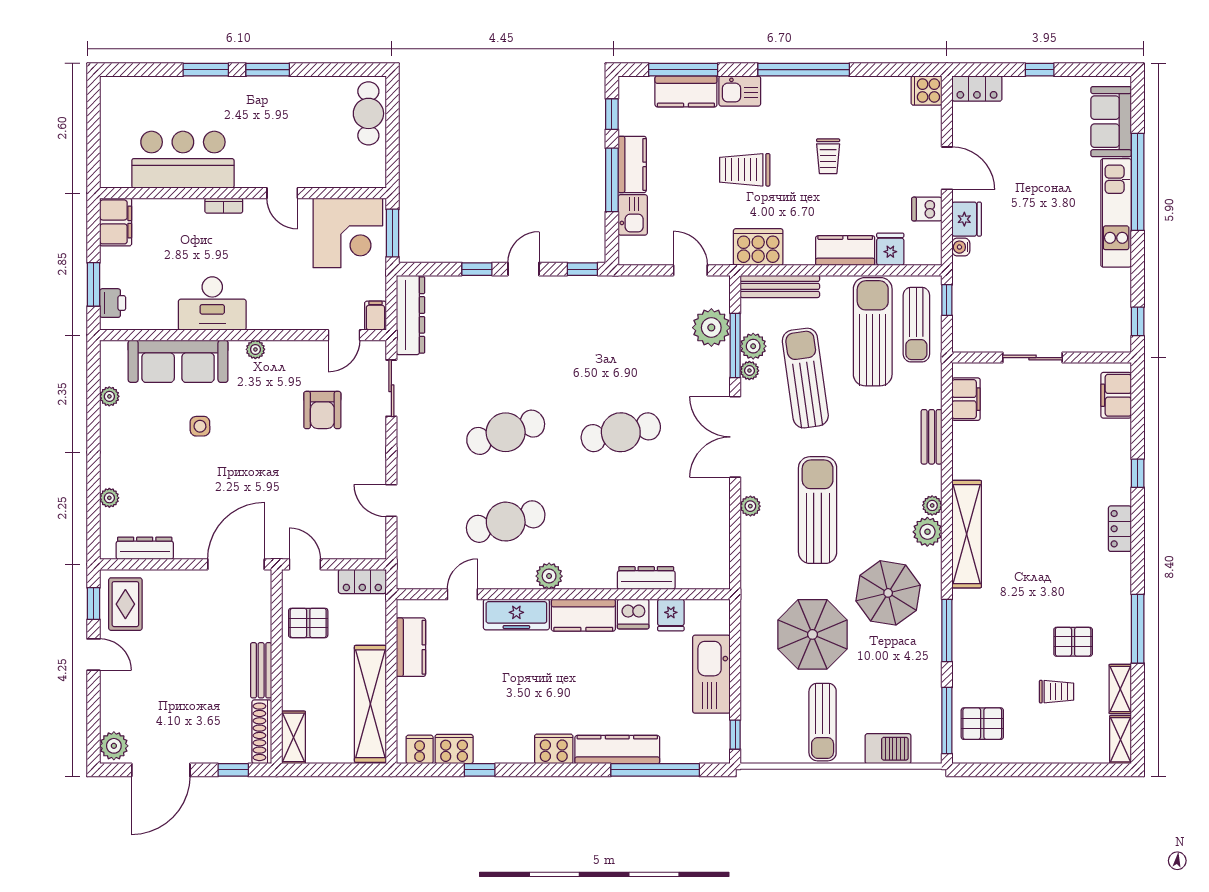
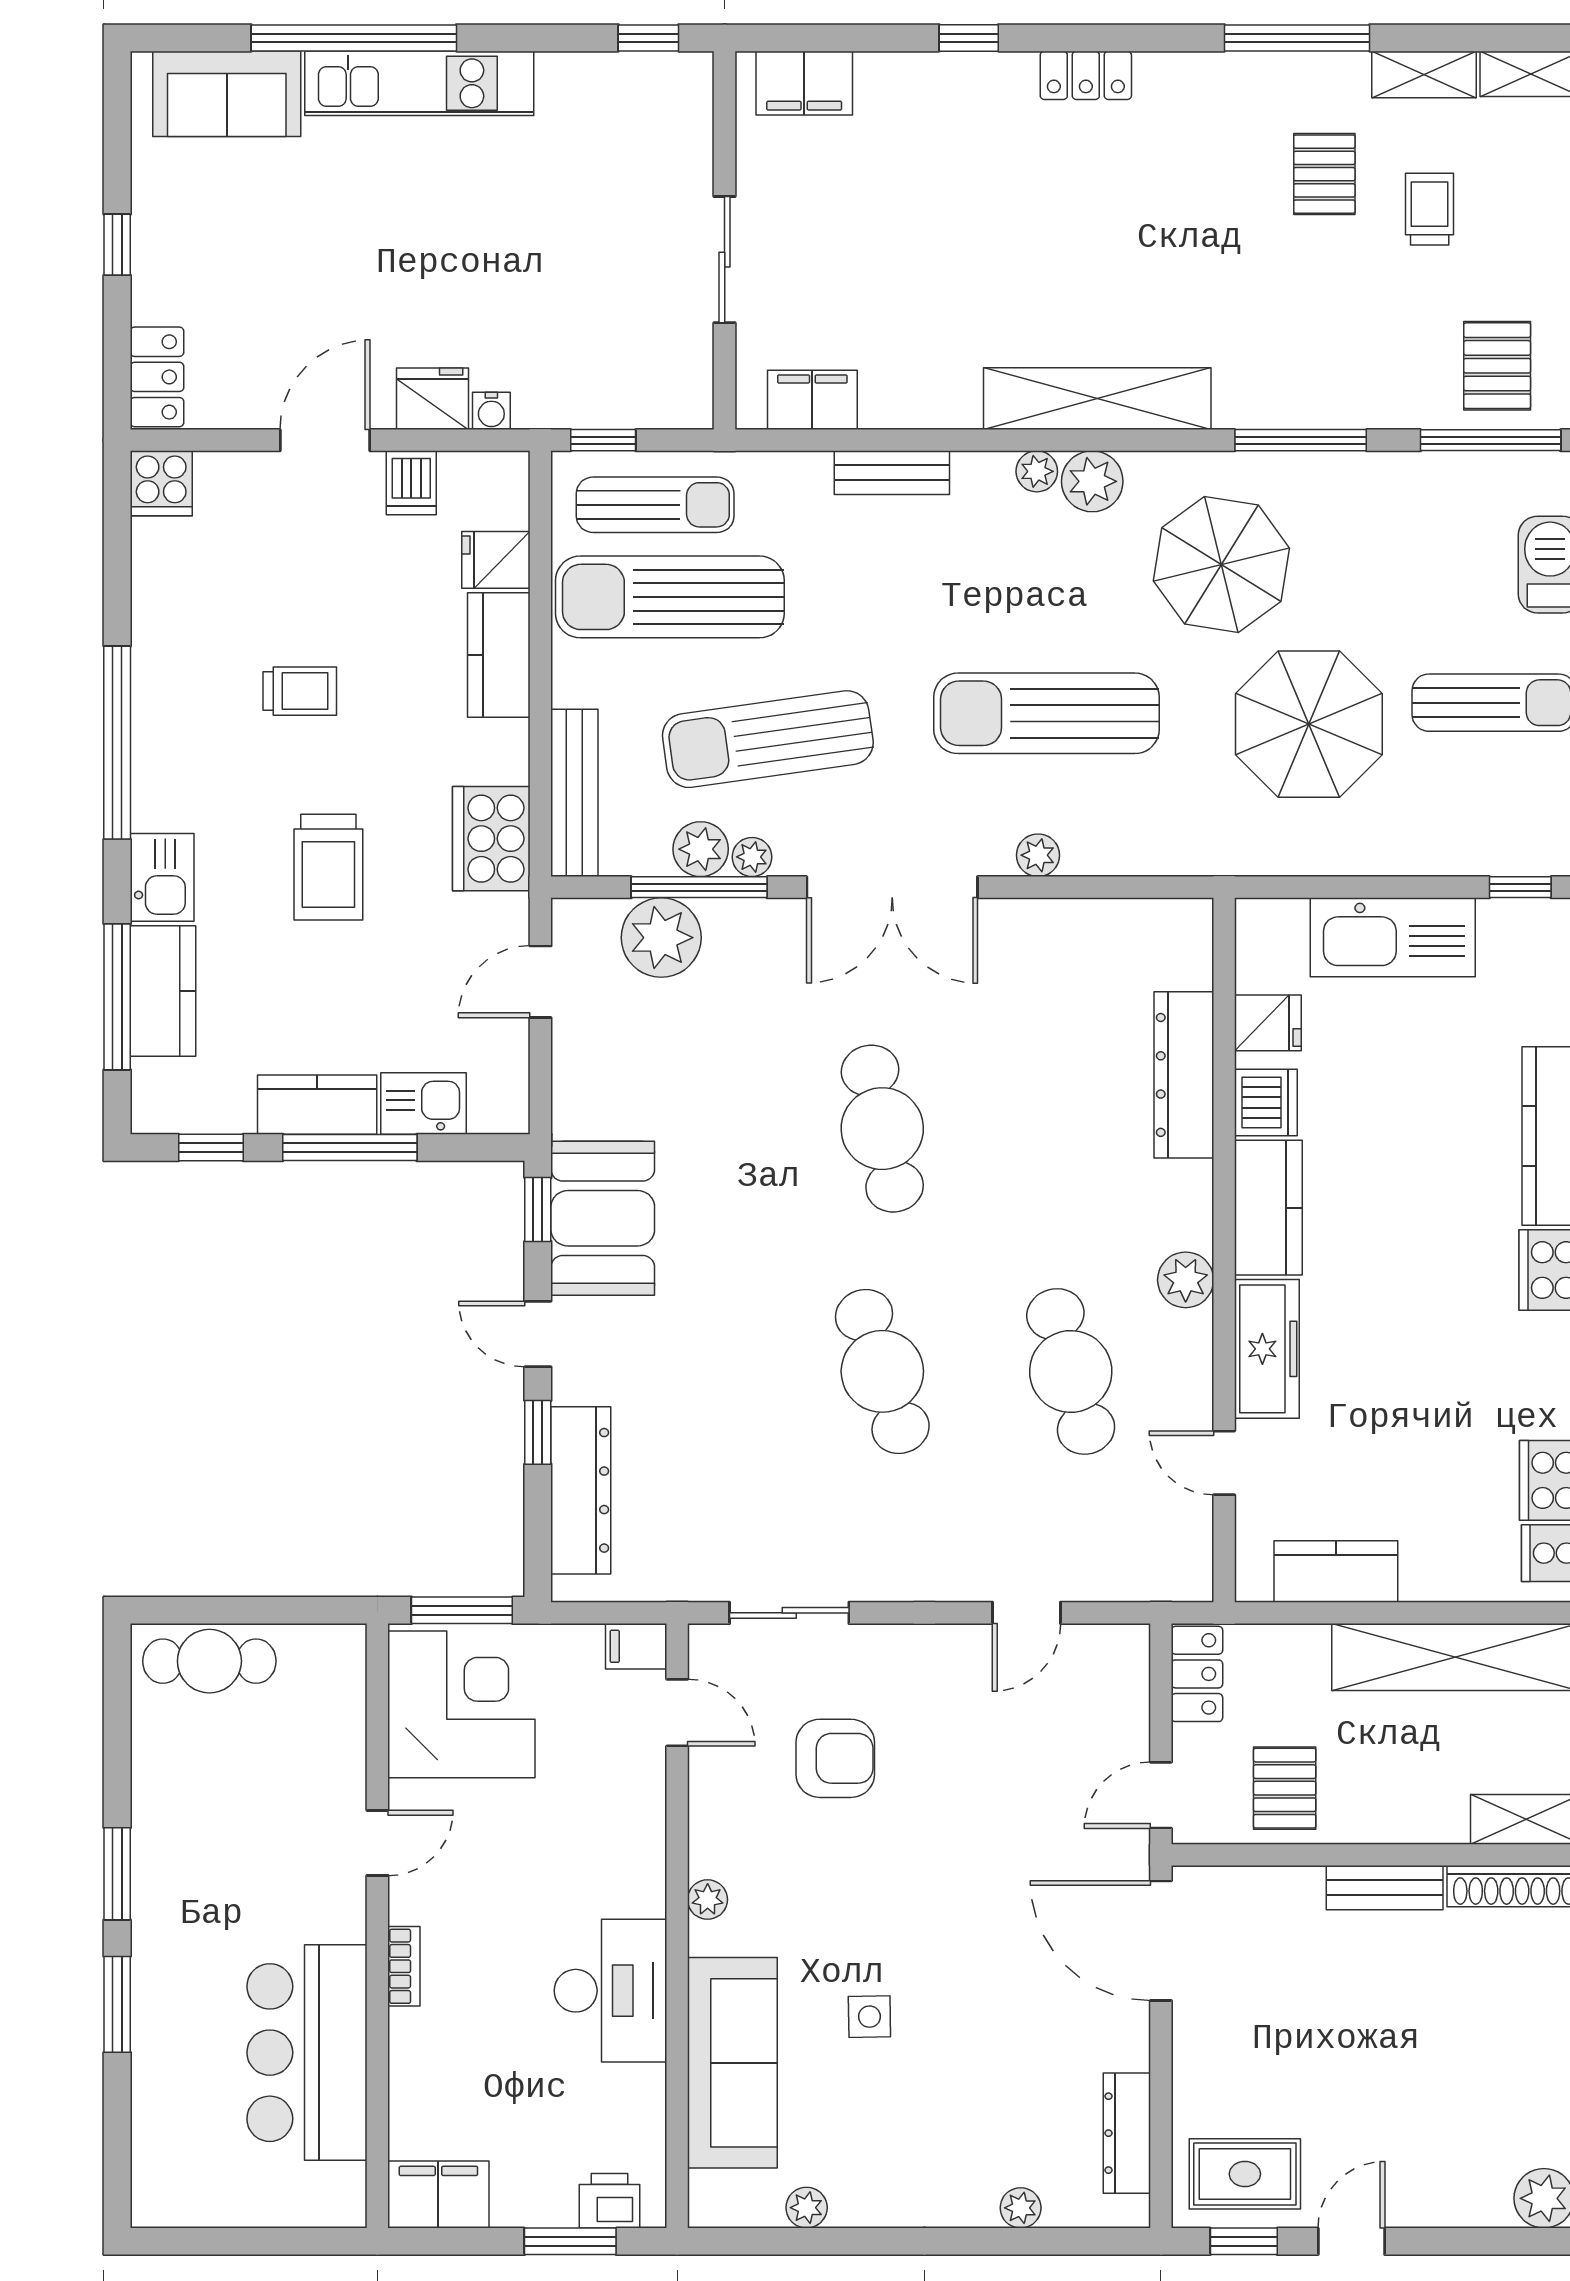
booth: (578, 300) -> (603, 1218), added
dresser: (410, 315) -> (581, 1490), moved, turned 90
dresser: (646, 578) -> (1184, 1075), width x1.37, depth x1.24

